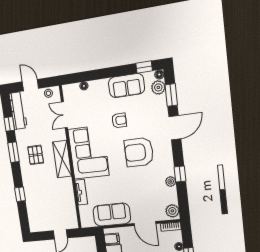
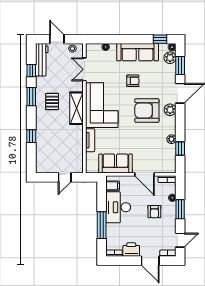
sofa: (126, 86) -> (138, 52), width x1.36
window: (180, 174) -> (180, 149), moved
plant: (172, 211) -> (170, 110), moved

